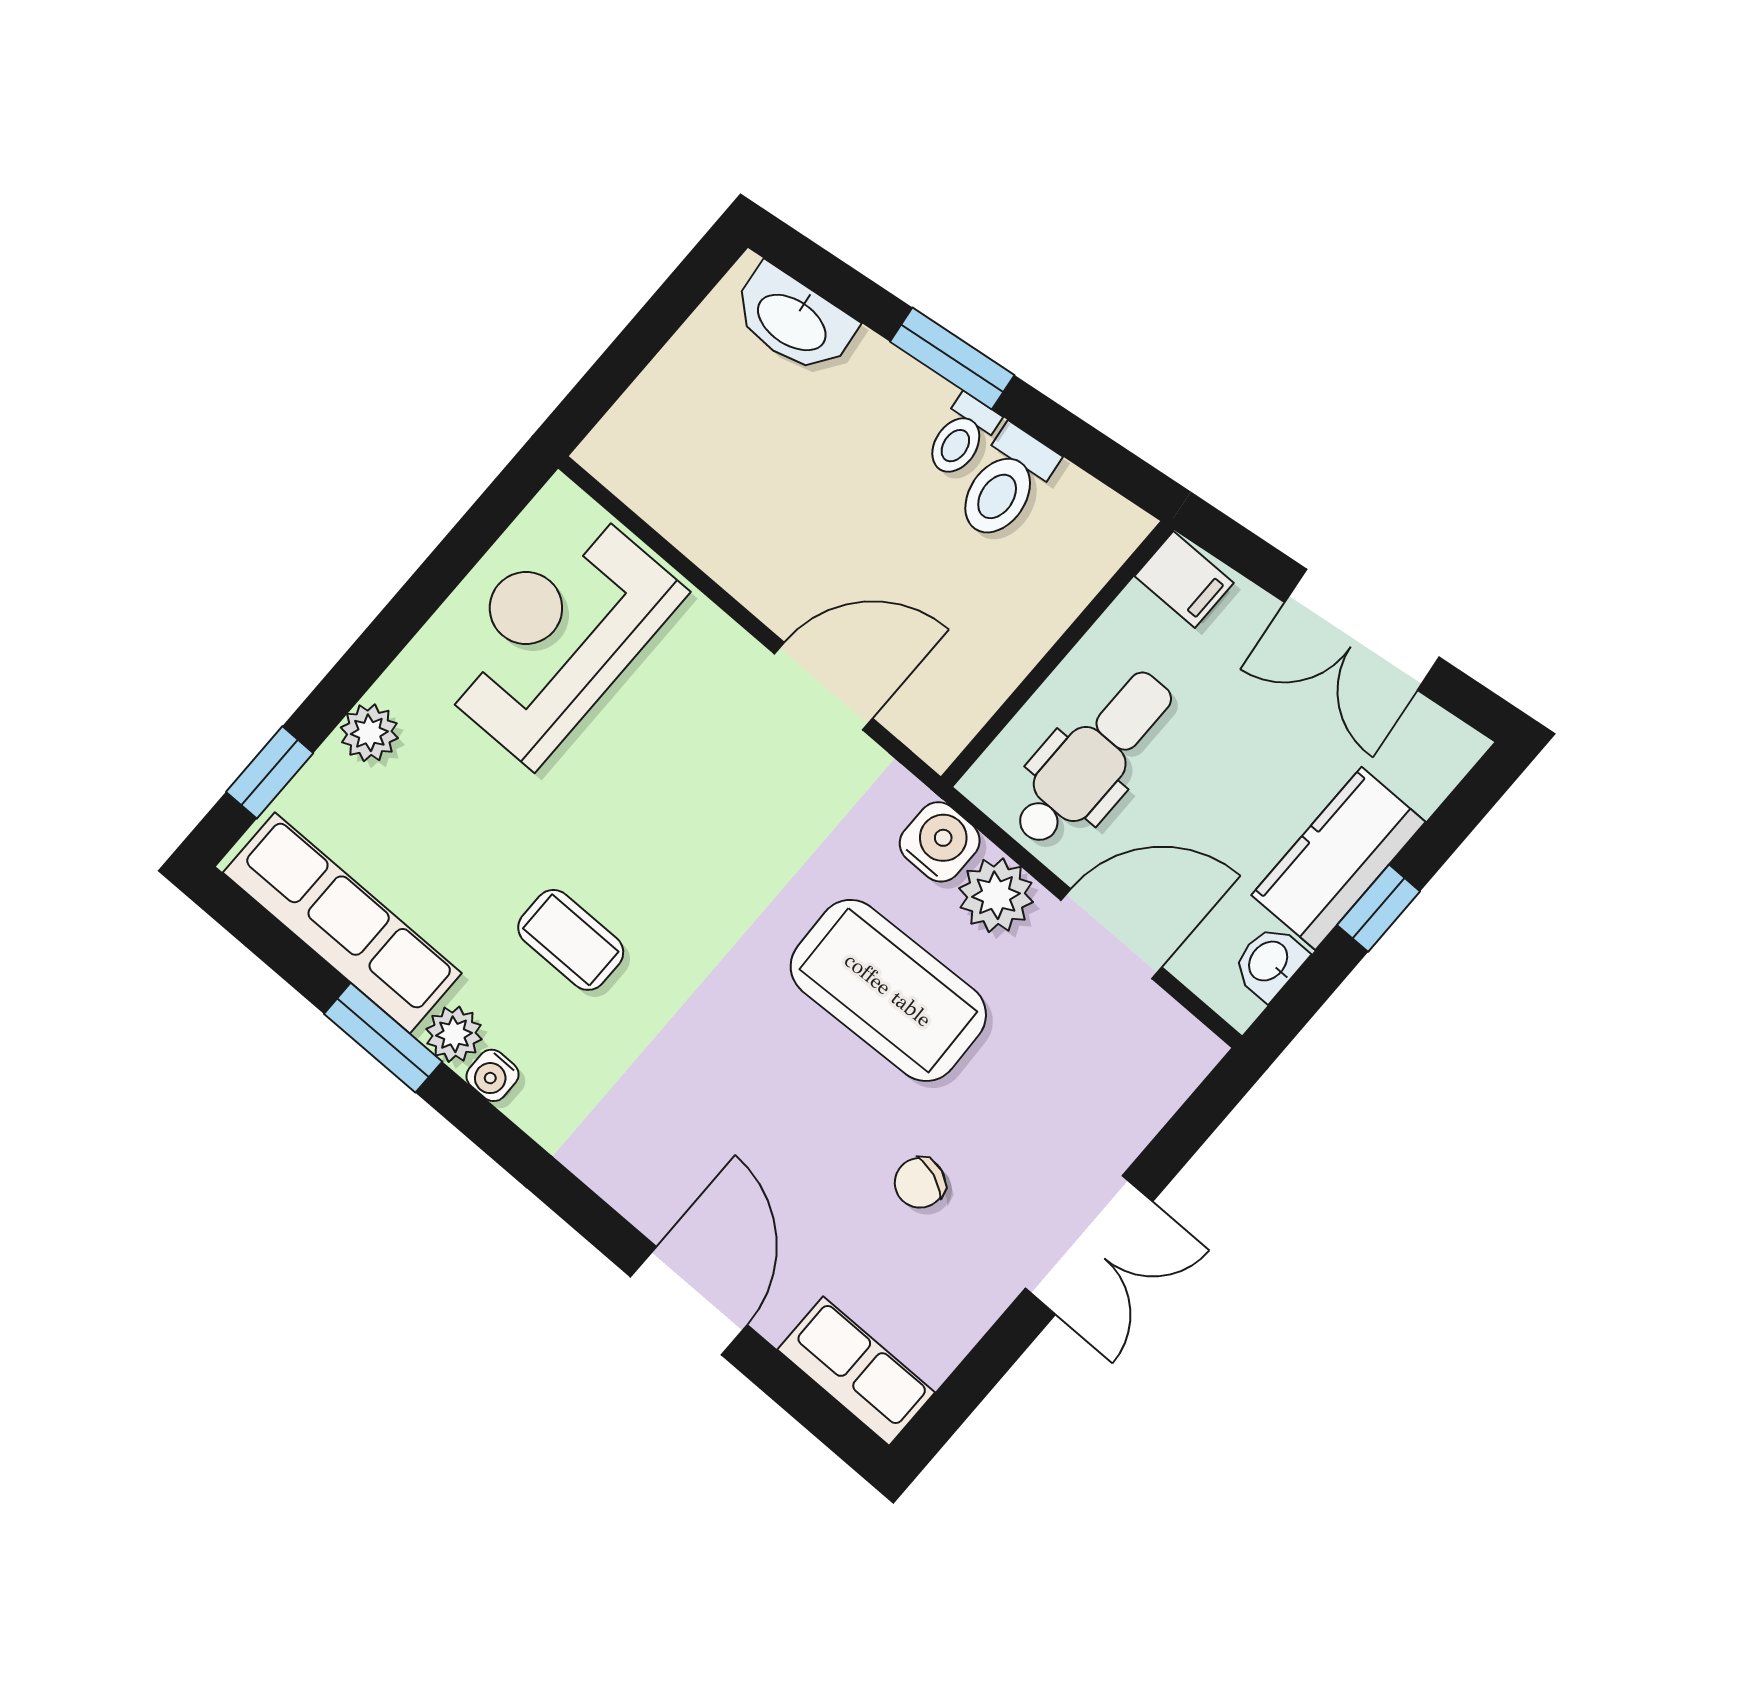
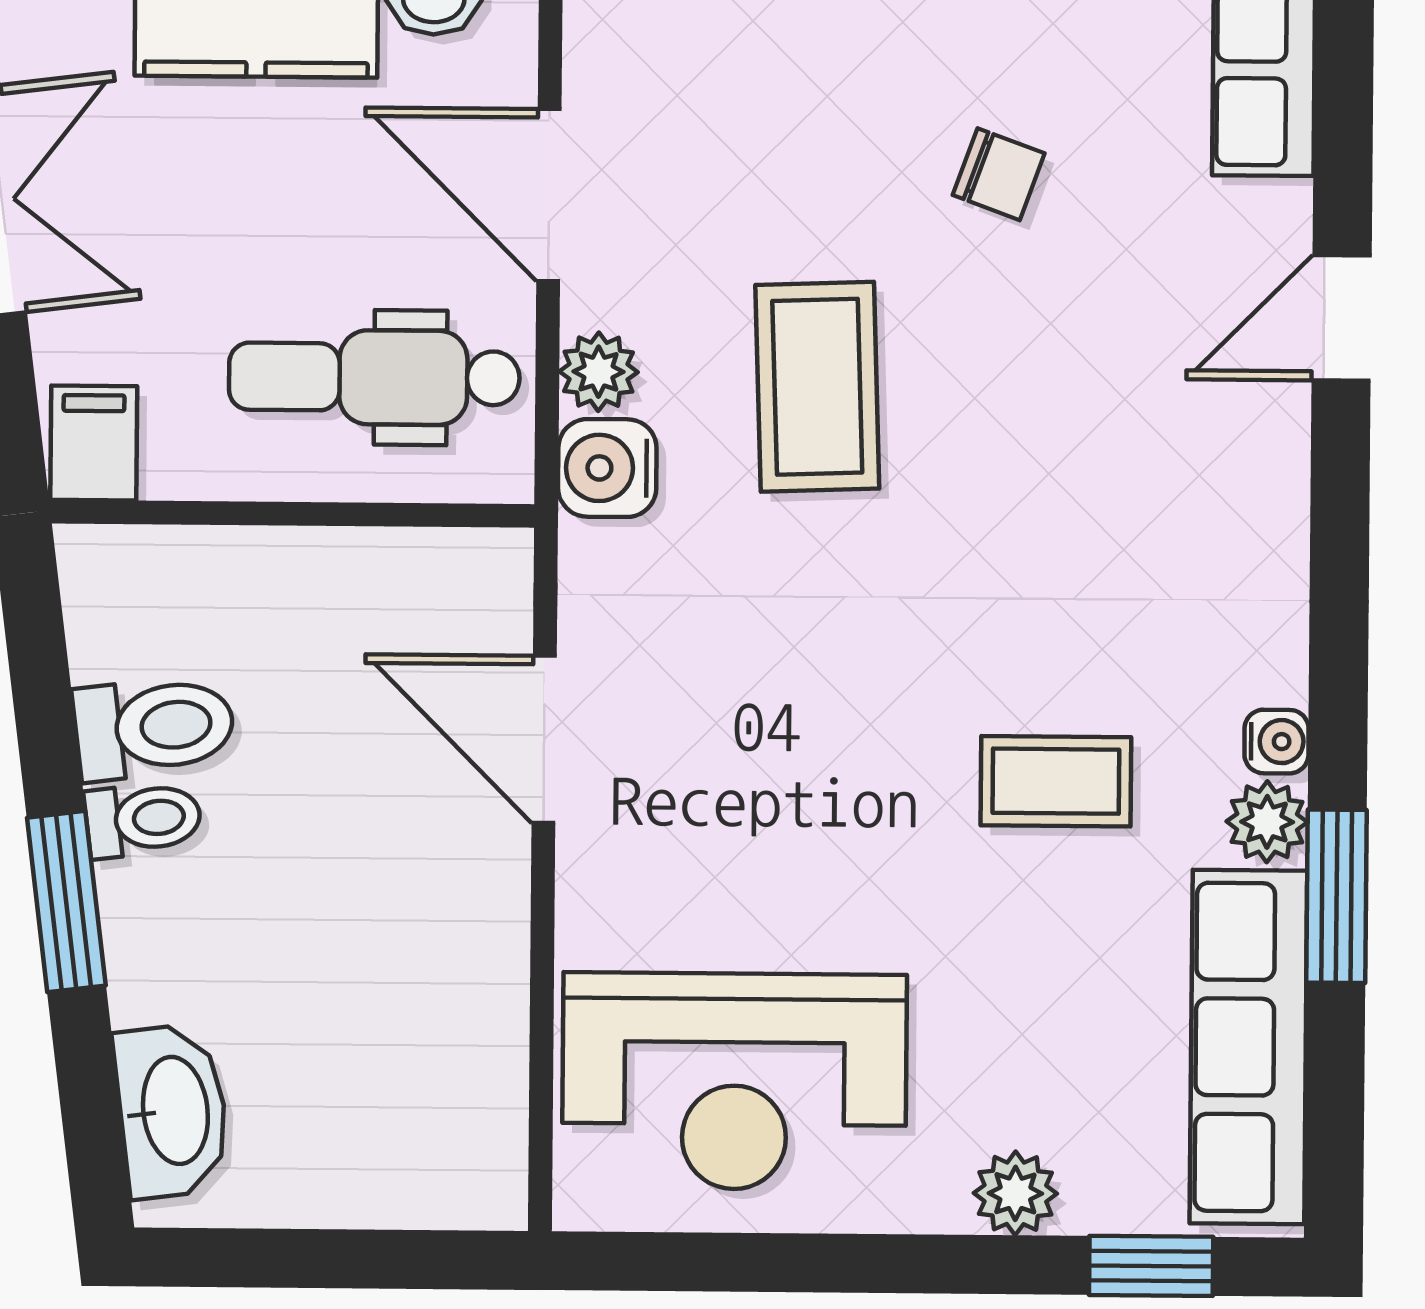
plant: (996, 895) -> (599, 372), width x0.73, depth x0.73
coffee table: (571, 940) -> (1056, 781), turned 90
coffee table: (888, 990) -> (817, 387), width x0.73, depth x0.76
door: (689, 1301) -> (1342, 318), width x0.73

